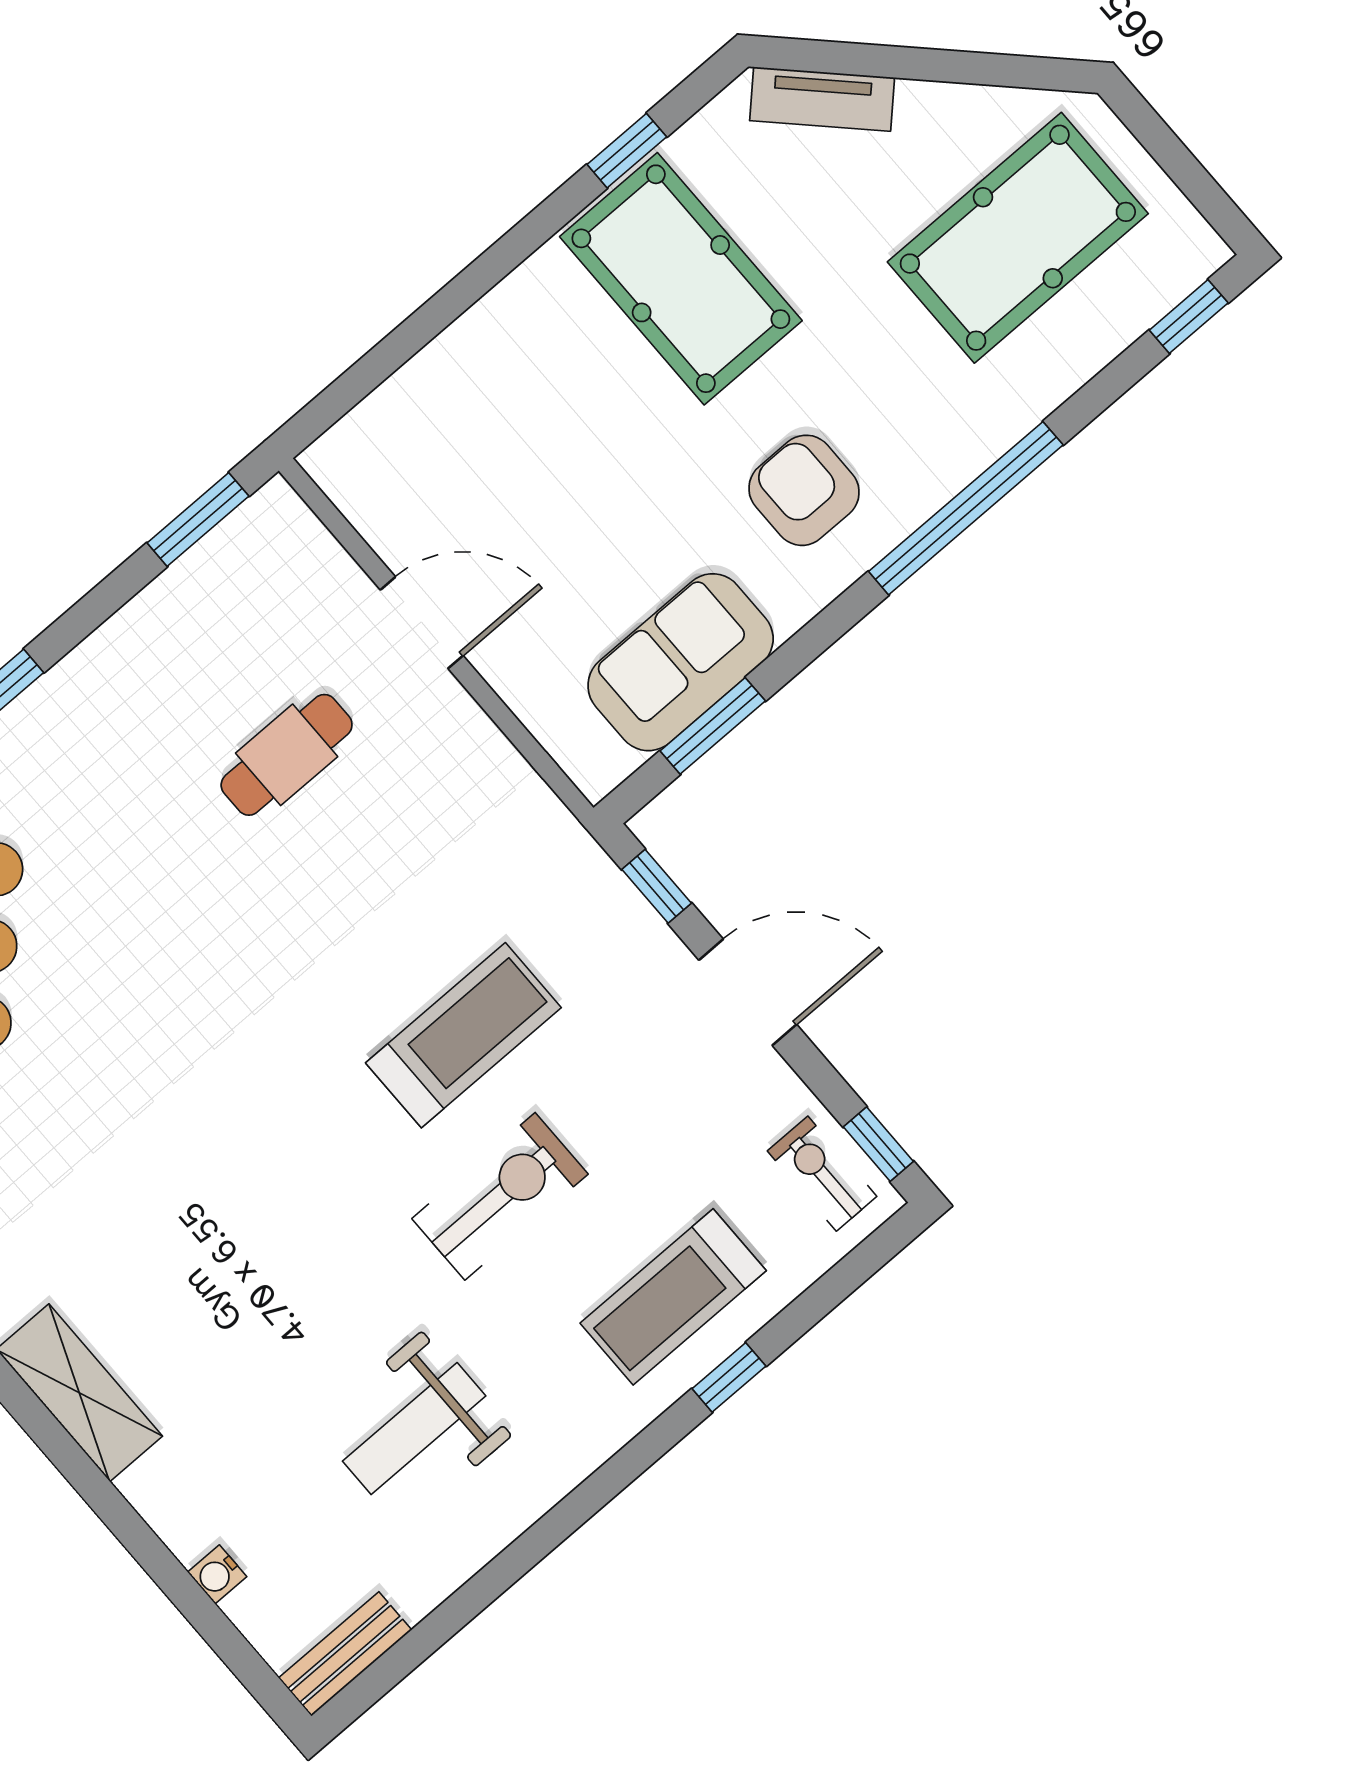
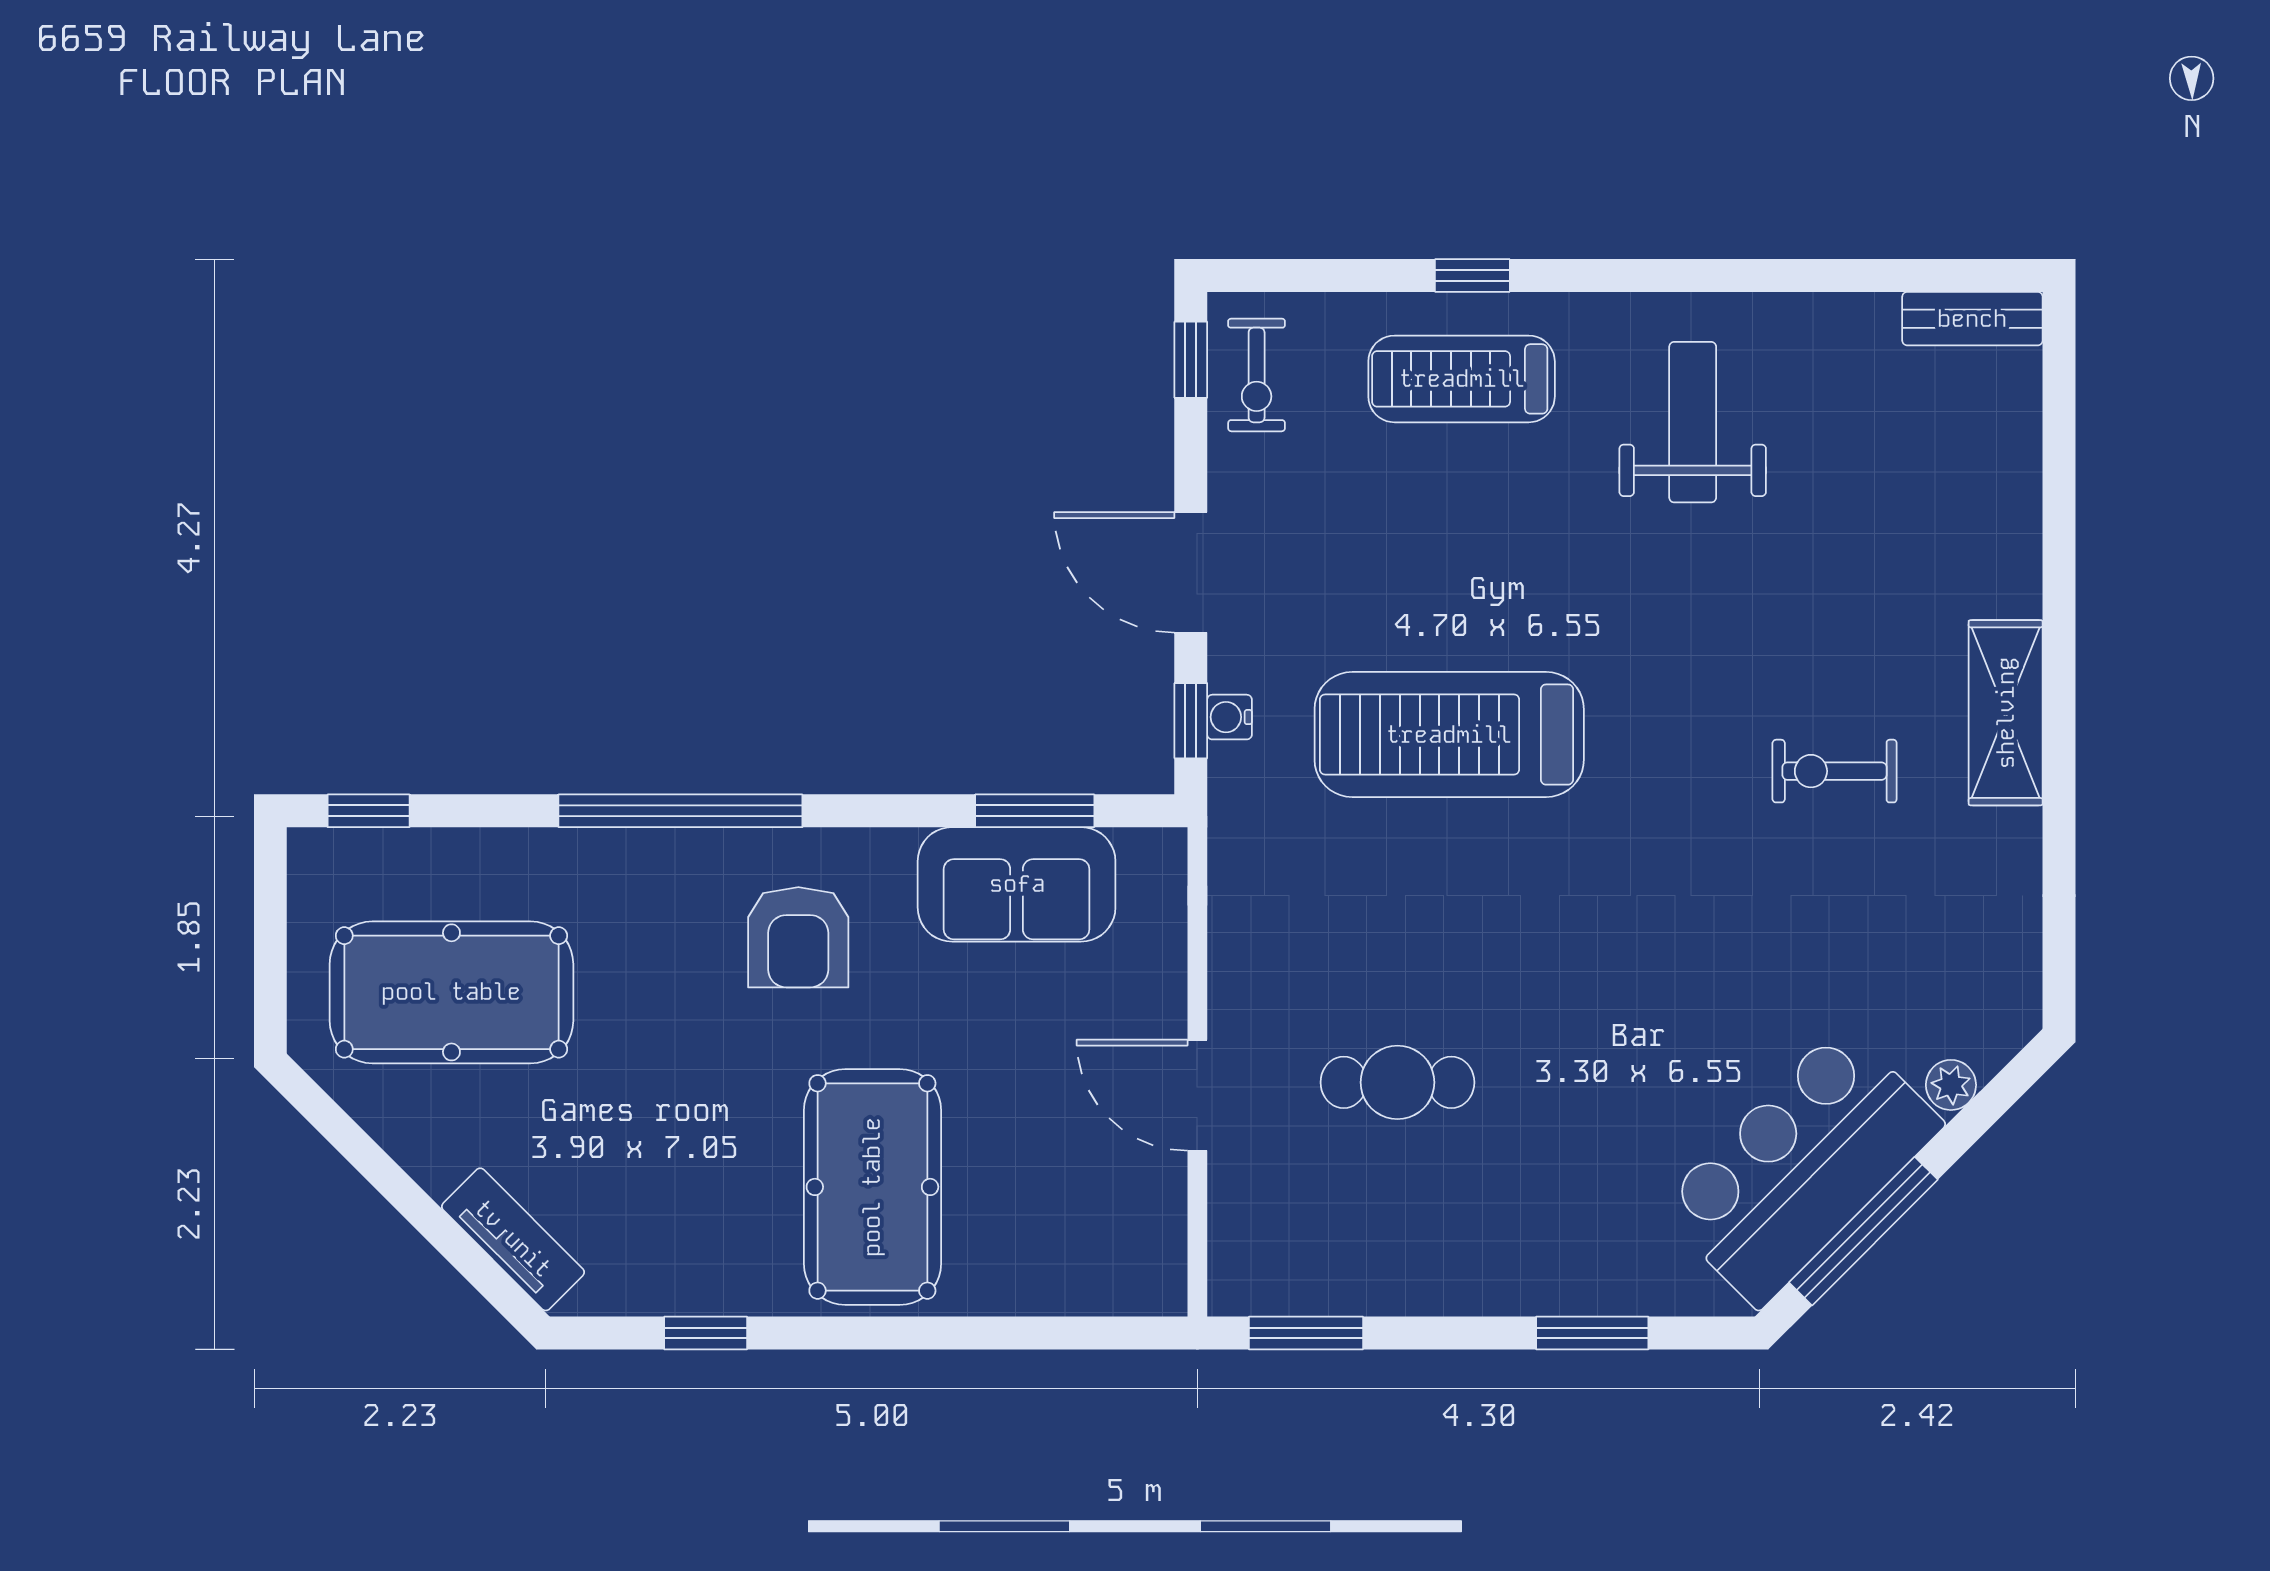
pool table: (681, 279) -> (872, 1187), moved
treadmill: (463, 1035) -> (1449, 735), width x1.37, depth x1.38
exercise bike: (500, 1196) -> (1834, 771), moved, width x0.73, depth x0.72
treadmill: (673, 1297) -> (1462, 379), turned 180
weight bench: (414, 1429) -> (1693, 422), moved, turned -90
water cooler: (217, 1574) -> (1229, 717), moved, turned 180

